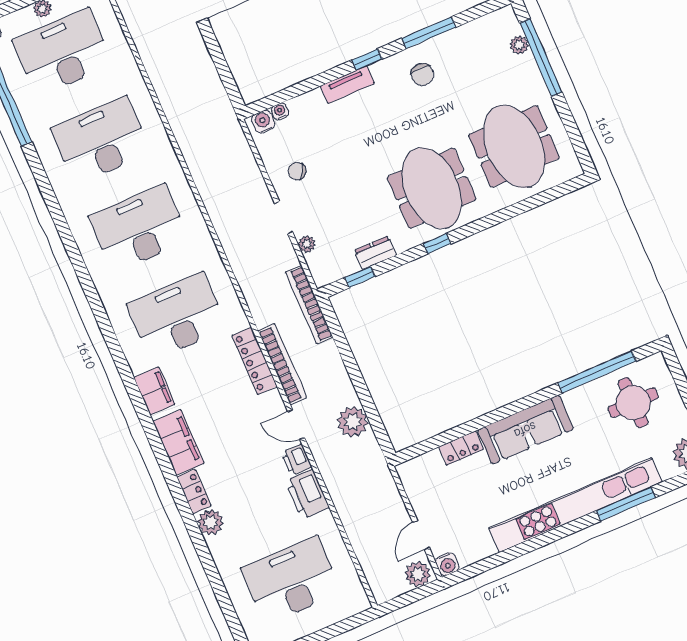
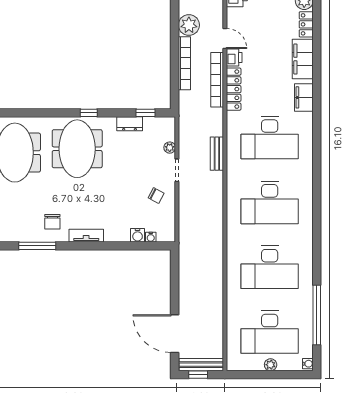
window: (367, 60) -> (83, 246), removed
chair: (422, 74) -> (52, 222), turned 180
tv unit: (347, 85) -> (86, 236), moved
water cooler: (263, 122) -> (138, 235), moved
bench: (239, 264) -> (217, 154), added
bookcase: (309, 305) -> (184, 63), moved
printer: (296, 460) -> (234, 57), moved

